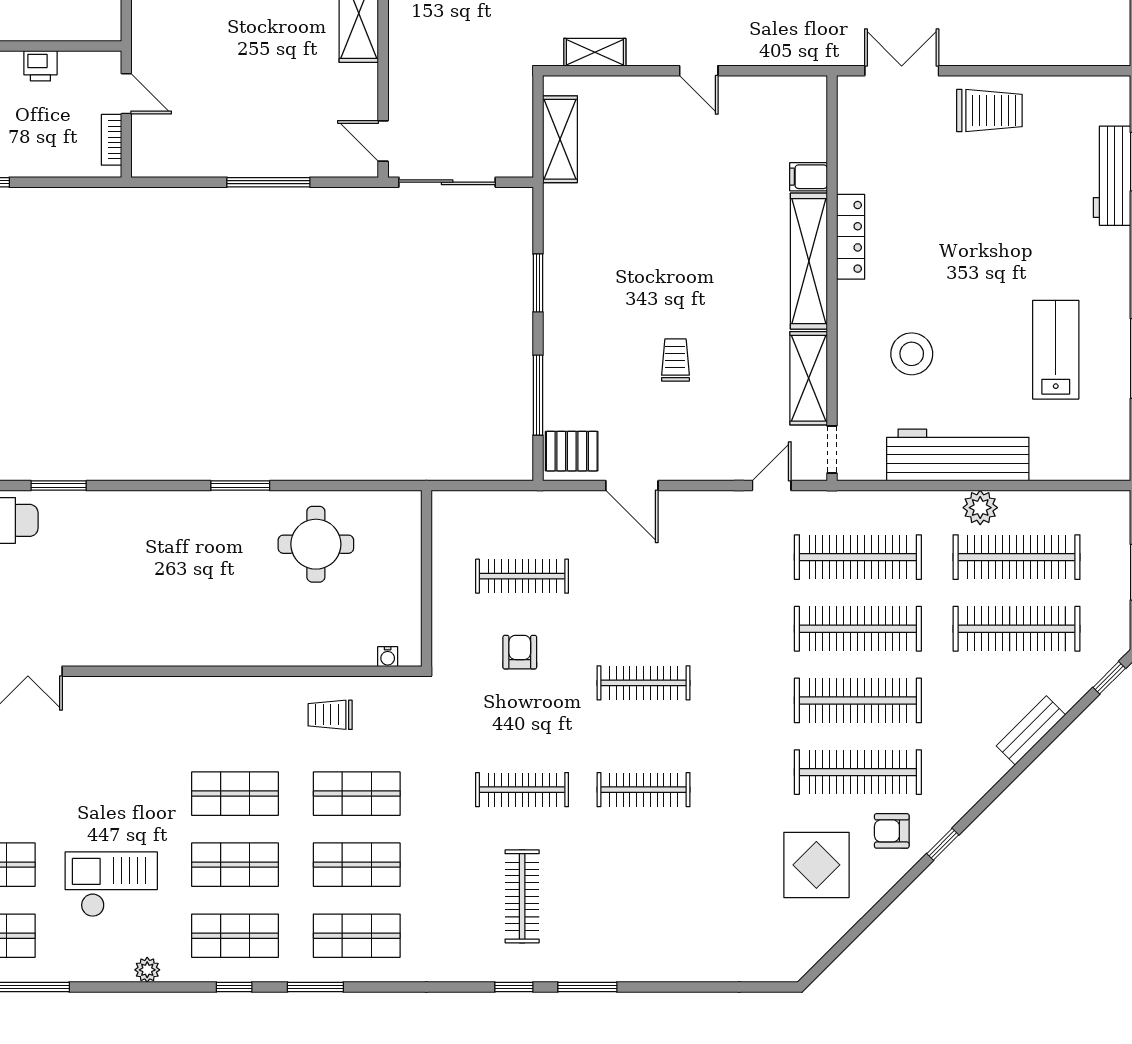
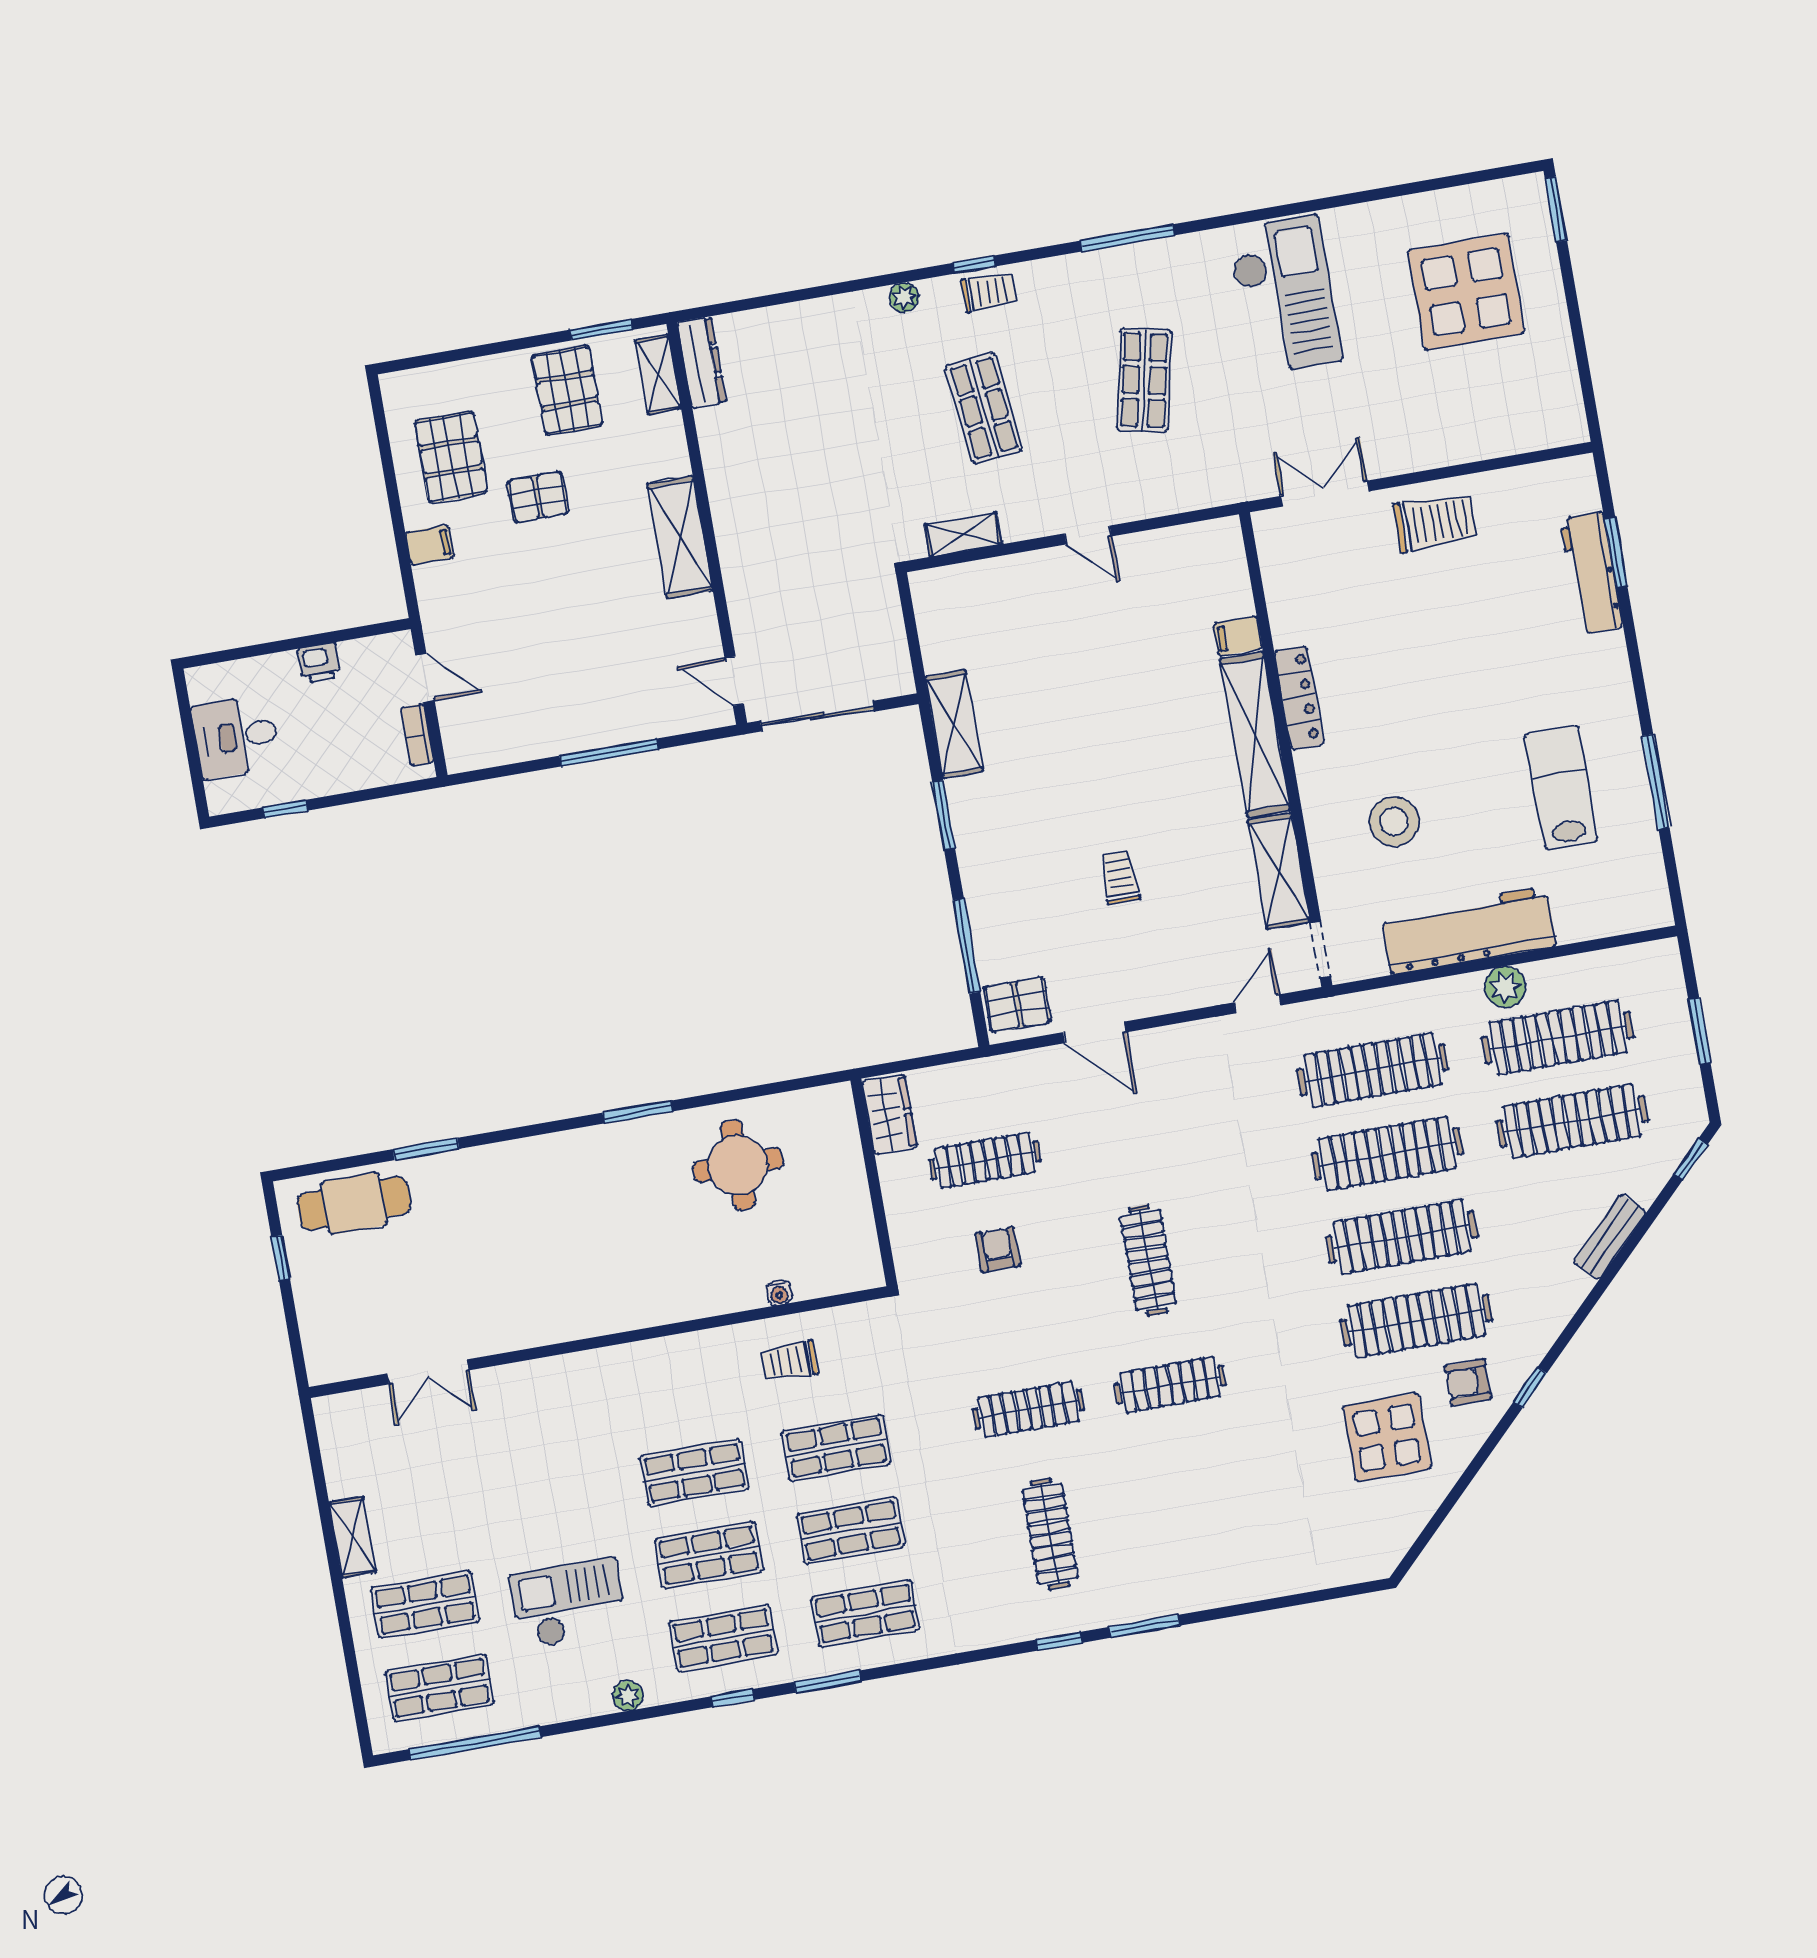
shelving: (560, 139) -> (954, 724), moved
wardrobe: (449, 524) -> (890, 1115), added
water cooler: (388, 657) -> (779, 1293), moved
clothes rail: (644, 683) -> (1148, 1260), turned 90

